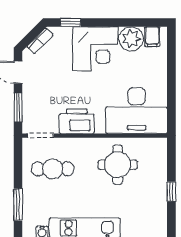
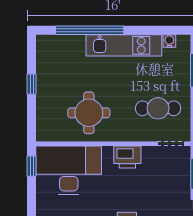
window: (171, 115) -> (32, 166), added
printer: (77, 121) -> (127, 157), width x0.73, depth x0.84

